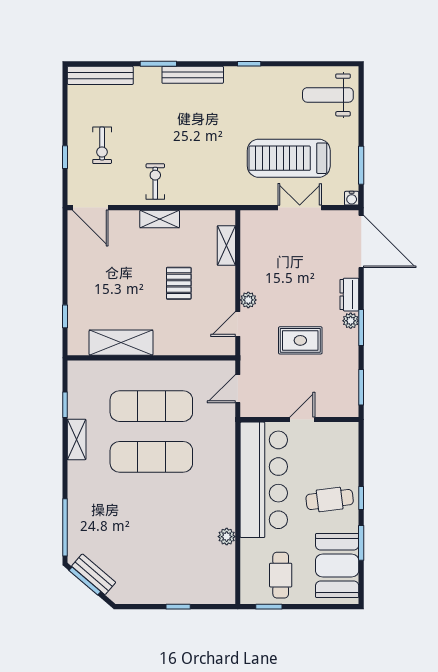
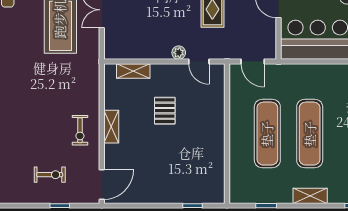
exercise bike: (155, 182) -> (80, 130), turned -90
pallet: (179, 283) -> (165, 111), turned 90
shelving: (121, 343) -> (214, 159), removed
shelving: (77, 439) -> (310, 196), moved

